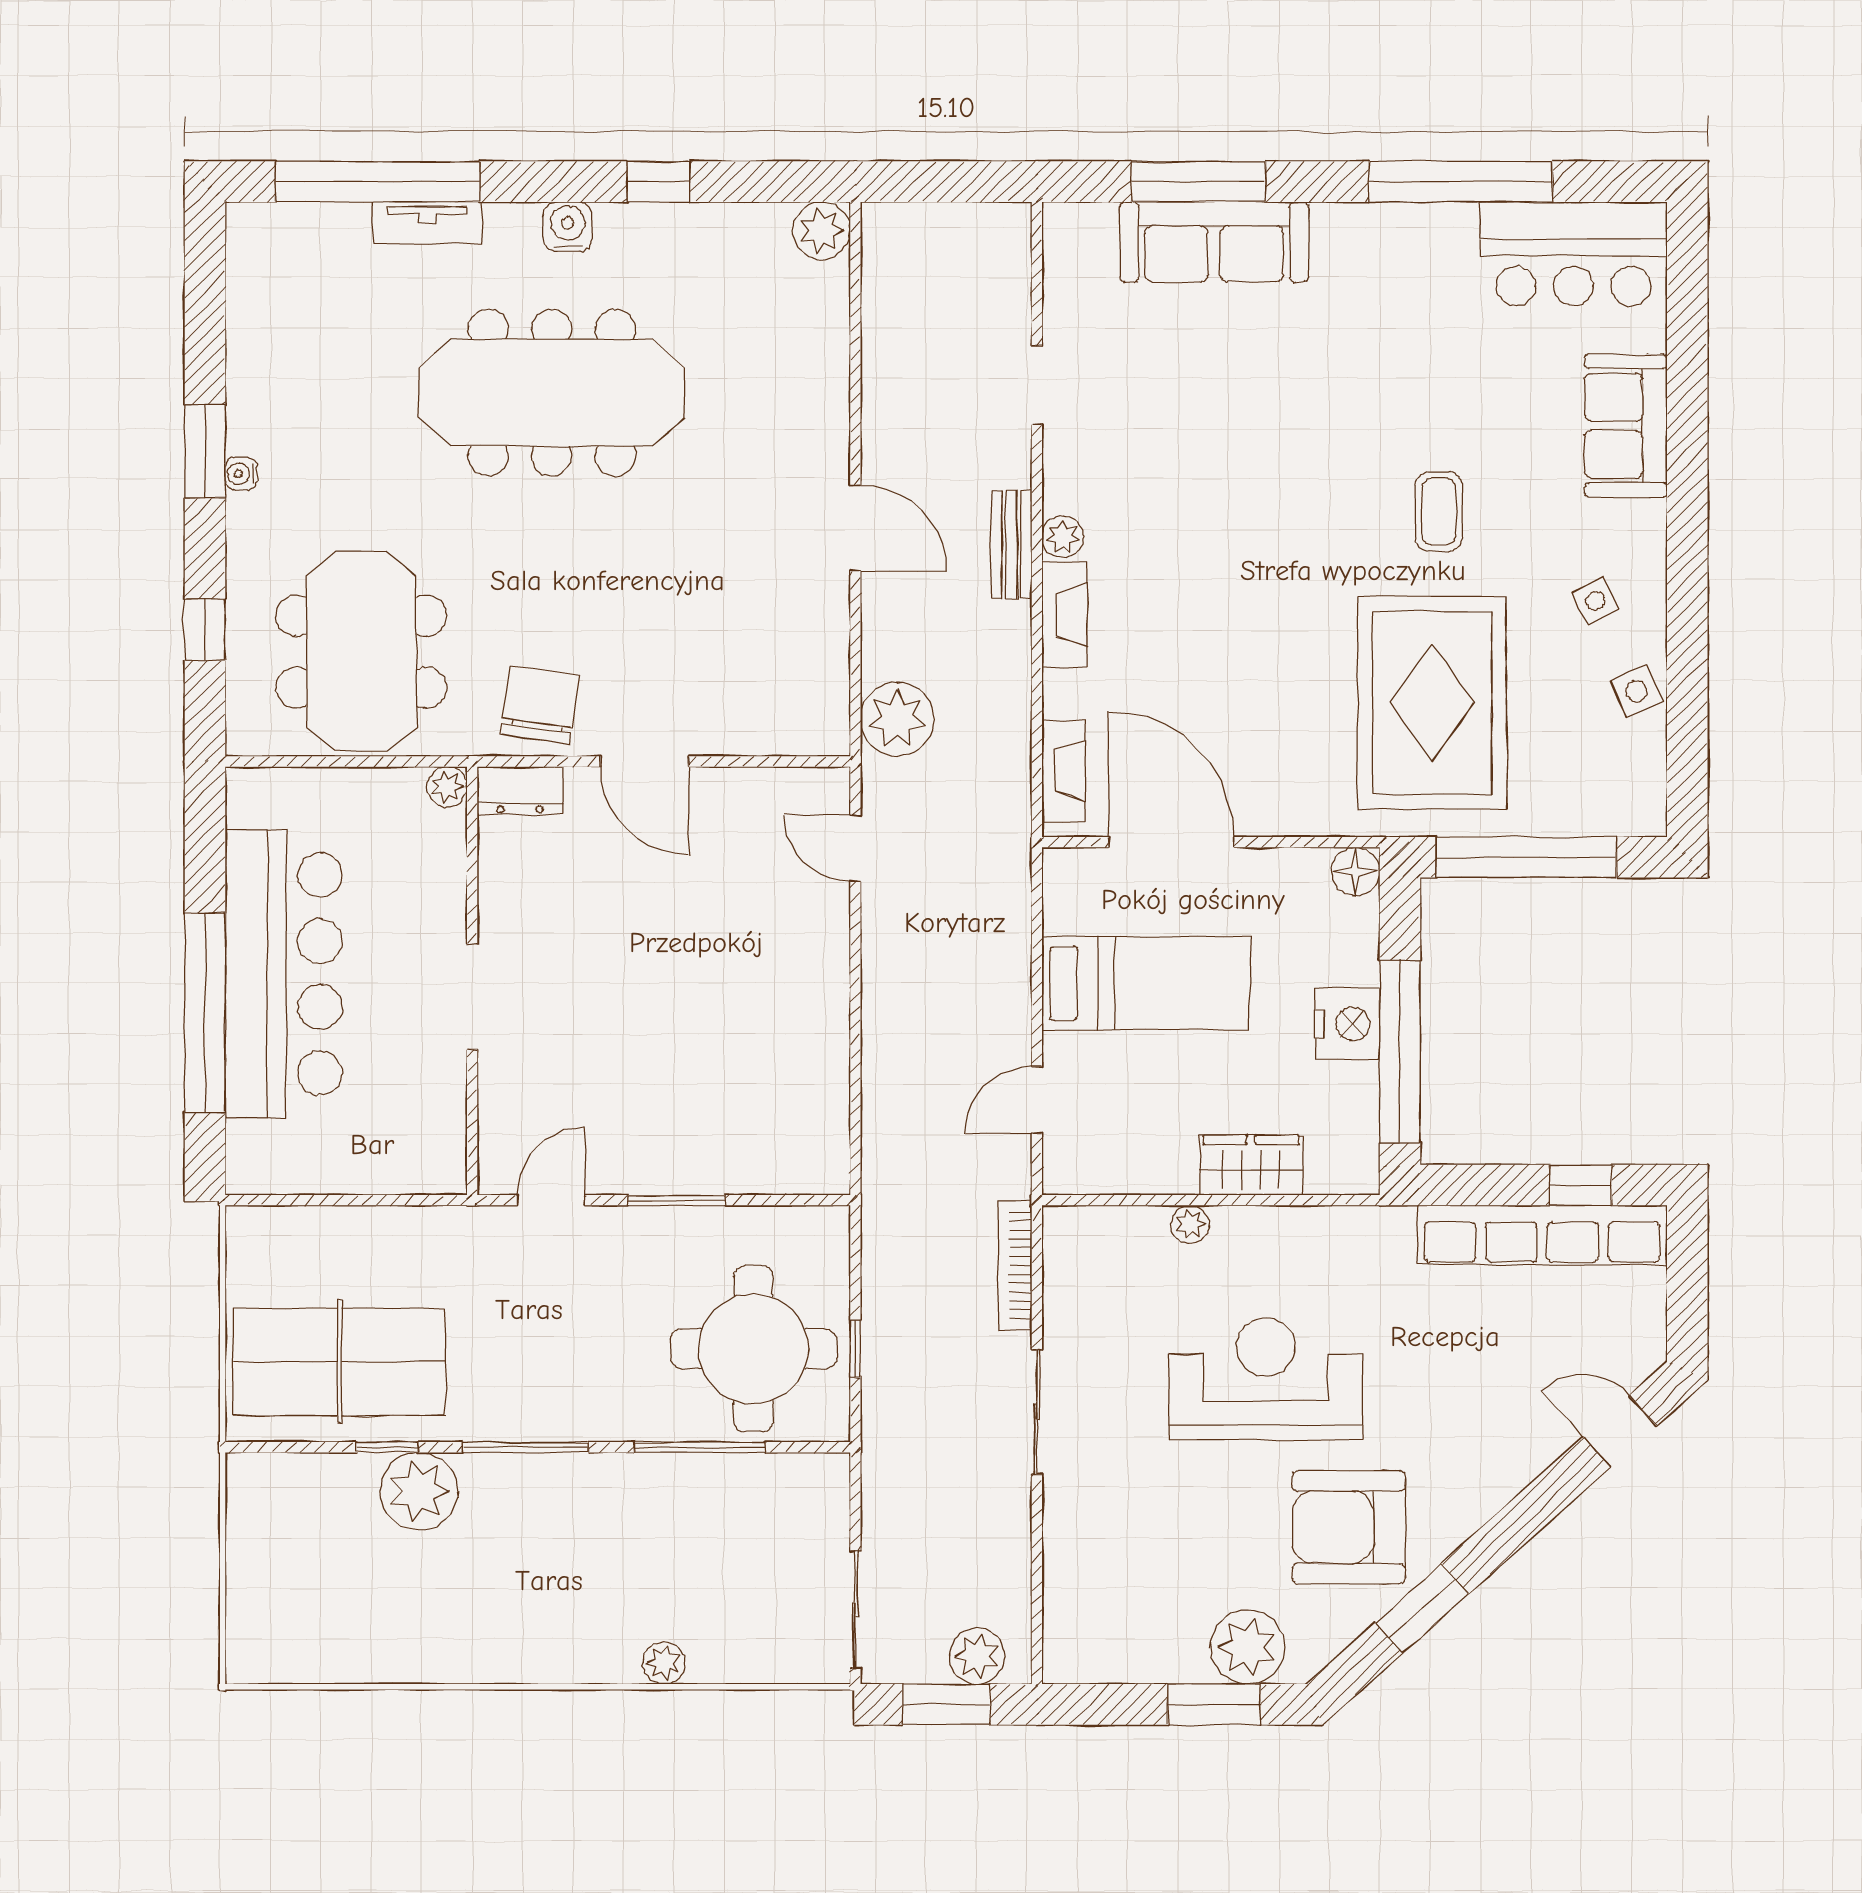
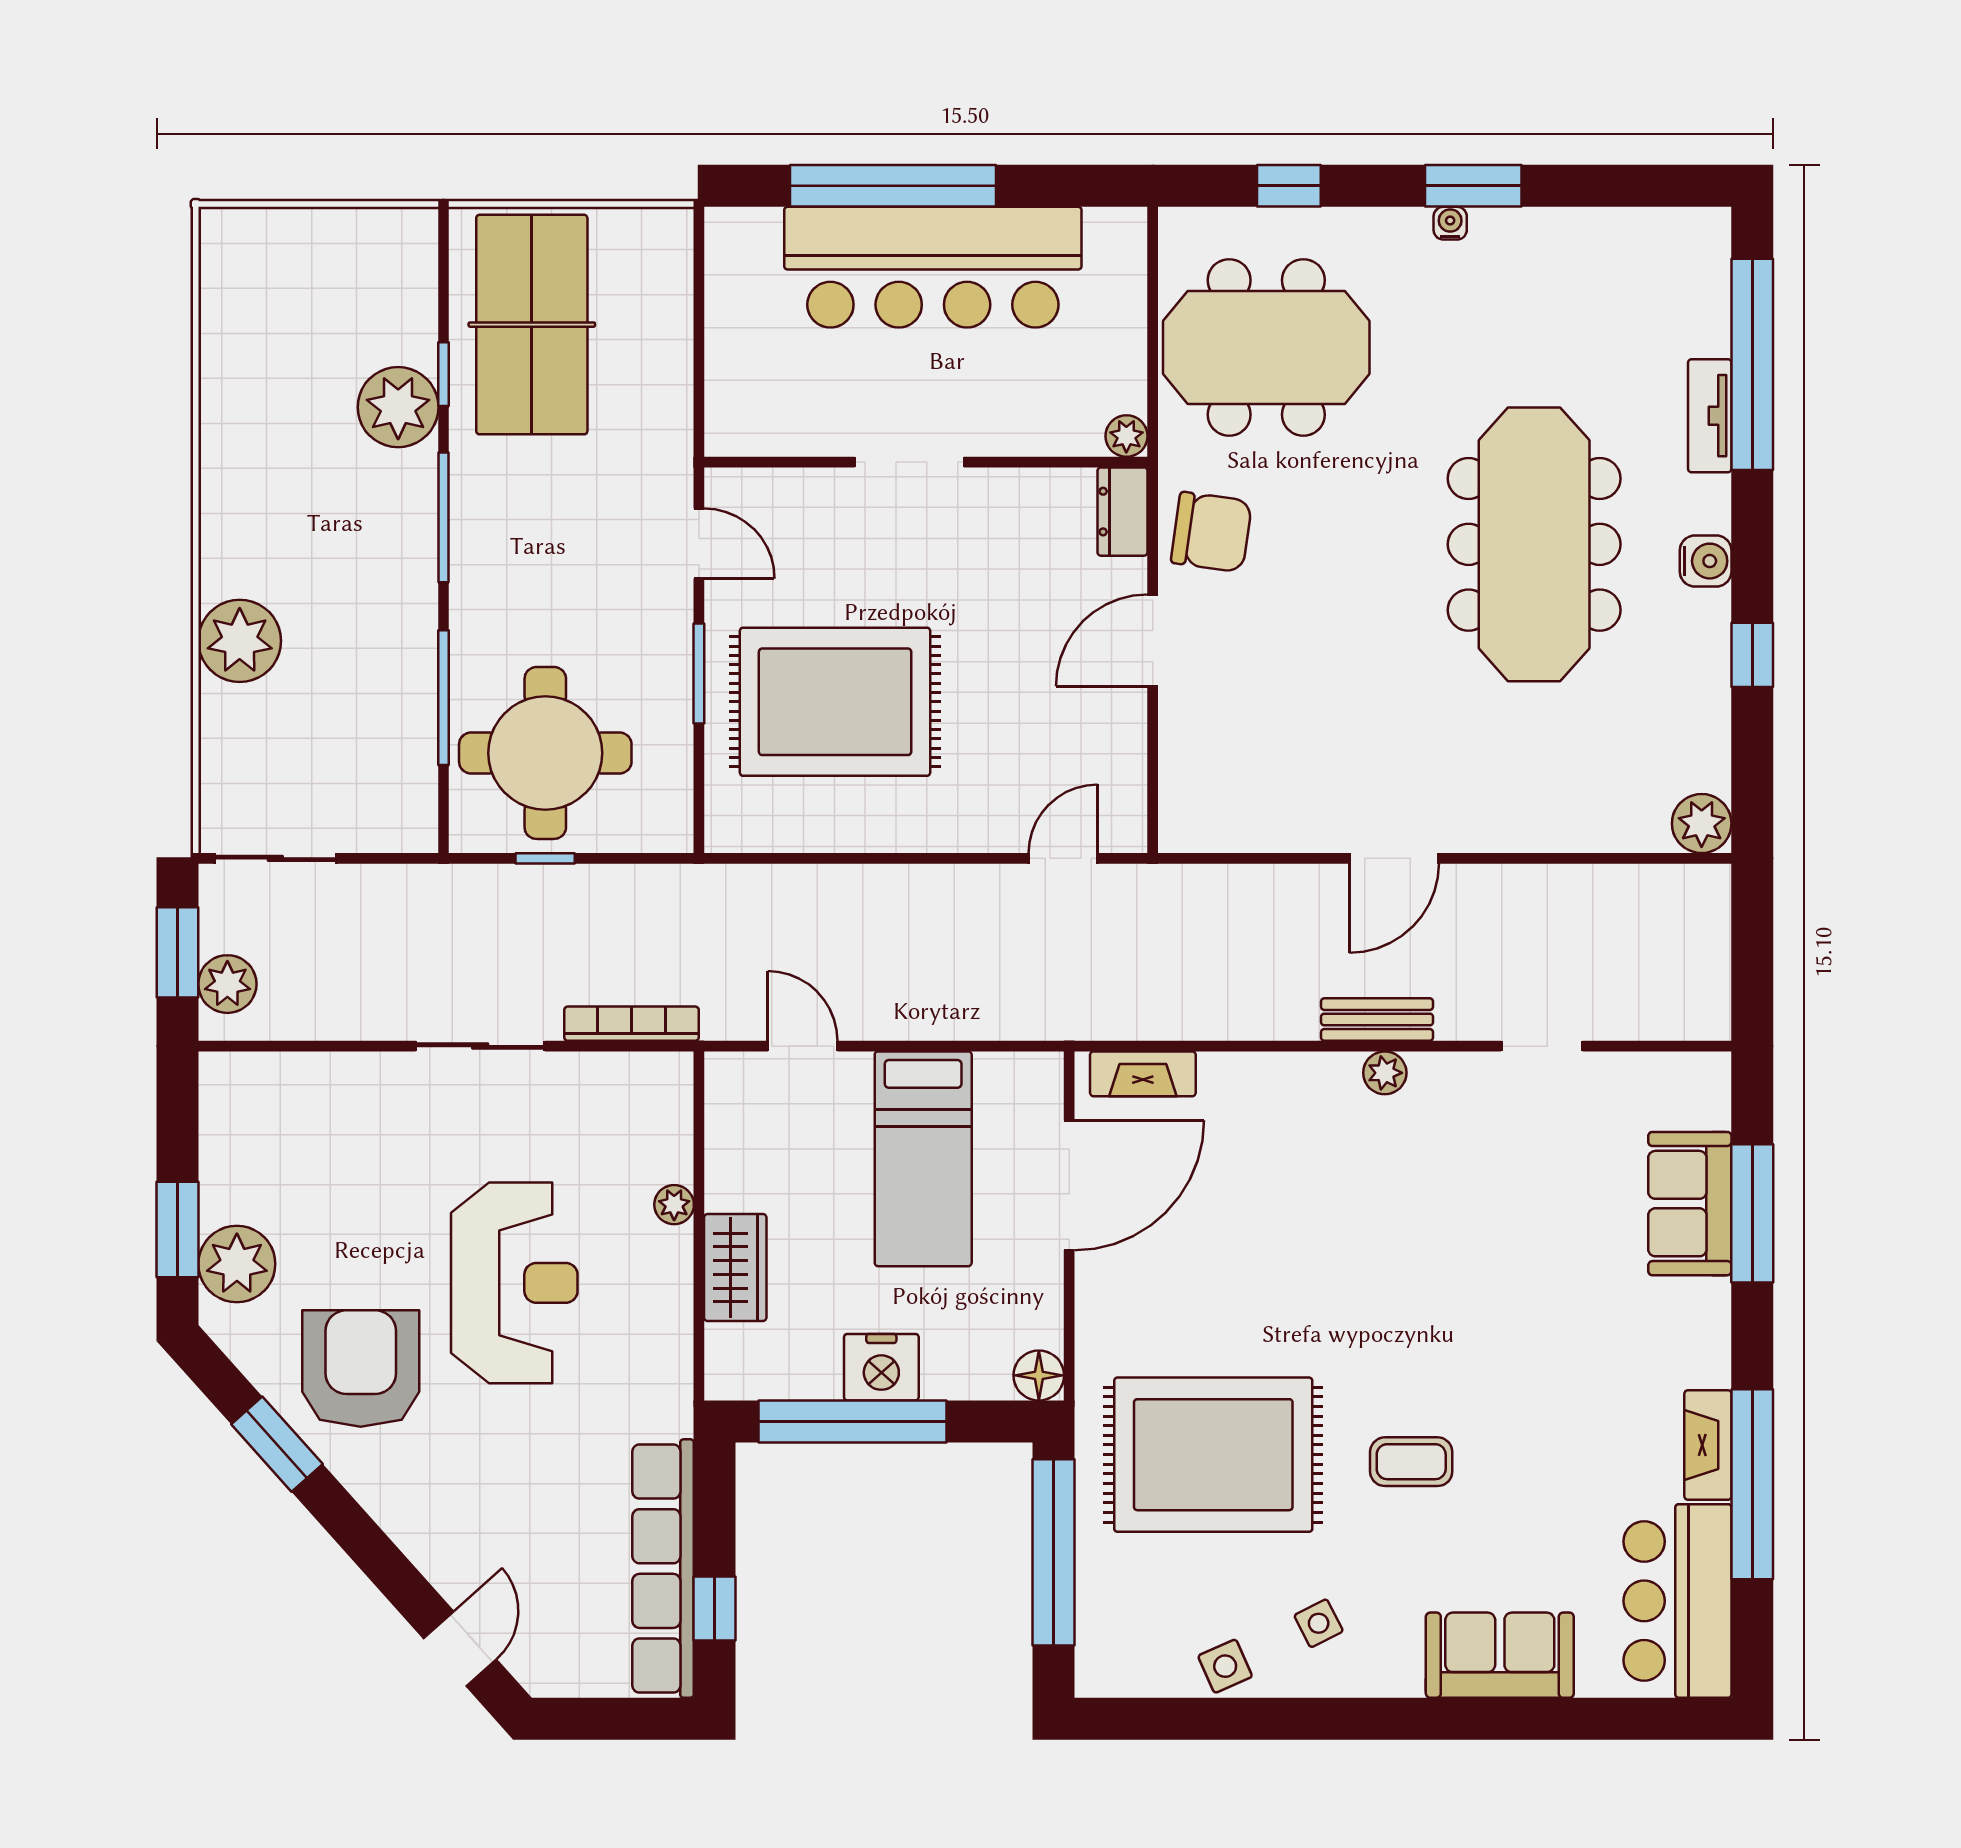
sofa: (1214, 242) -> (1690, 1204), width x0.73
fireplace: (1065, 615) -> (1708, 1445), moved, turned 90
plant: (897, 719) -> (1196, 902), removed
rug: (704, 1069) -> (835, 702), added
plant: (664, 1663) -> (240, 641), width x1.87, depth x1.87

